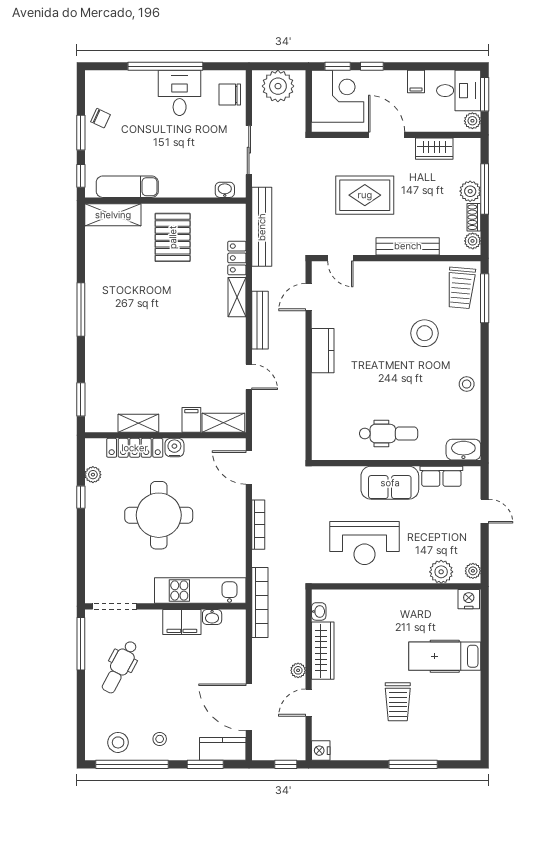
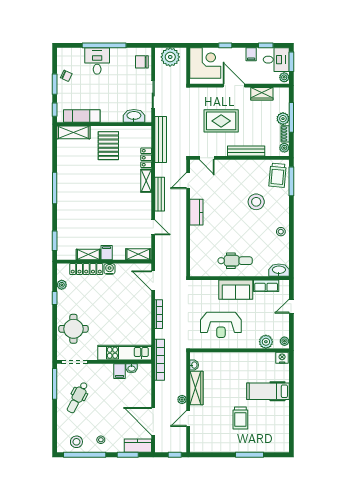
window: (338, 66) -> (266, 45), moved
desk: (180, 93) -> (97, 61), moved
washbasin: (225, 190) -> (134, 116), width x1.91, depth x1.45
filing cabinet: (191, 420) -> (107, 253), moved
door: (485, 511) -> (291, 306), swing flipped
round table: (159, 515) -> (73, 329), moved, width x0.73, depth x0.73
filing cabinet: (182, 622) -> (119, 371), width x0.50
nightstand: (321, 751) -> (195, 447), removed

